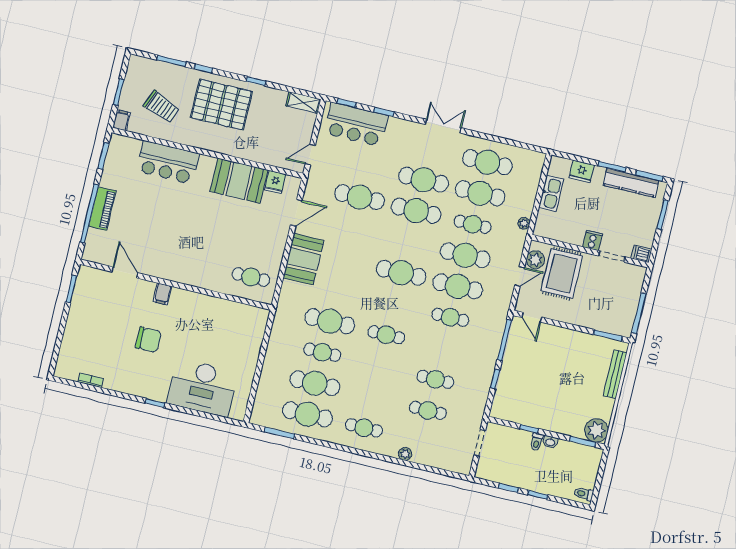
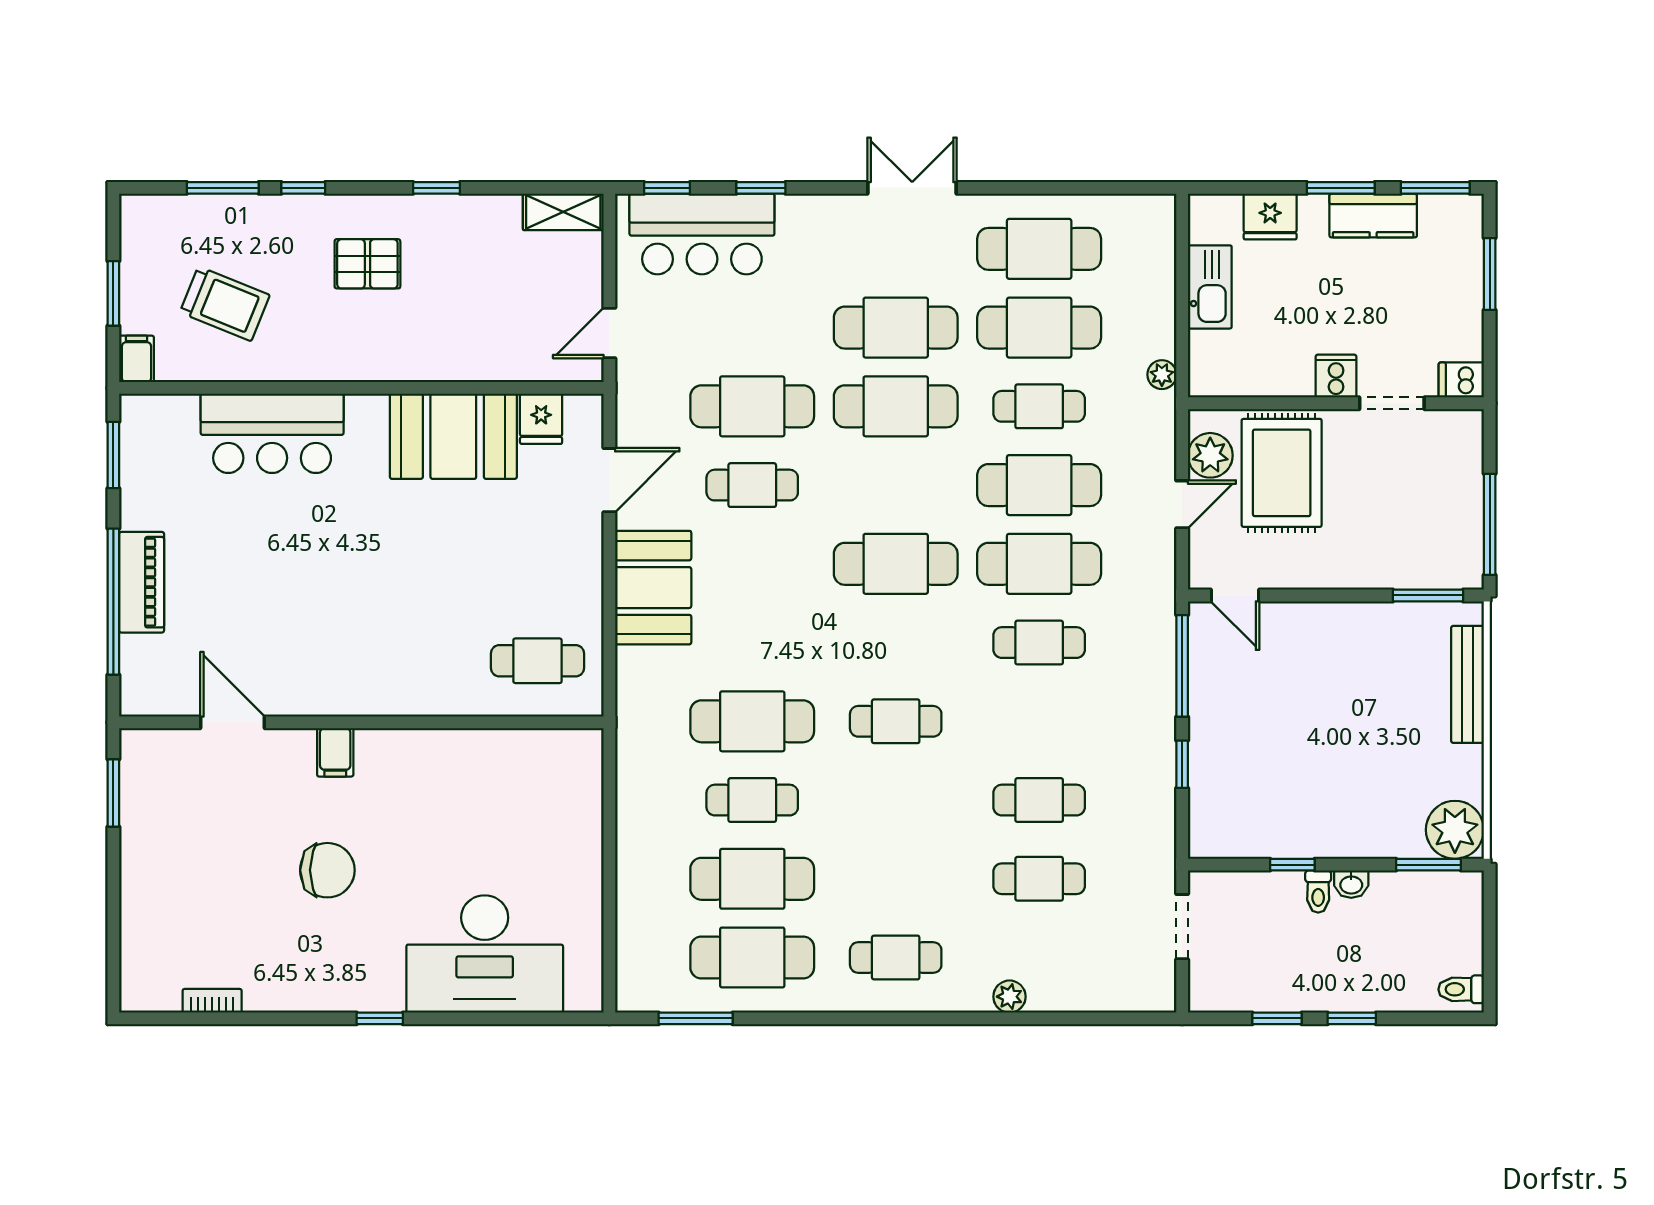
pallet: (221, 105) -> (367, 264), width x0.49, depth x0.50
kitchen counter: (631, 183) -> (1373, 216), width x0.67
cafe table: (352, 228) -> (752, 485), added

